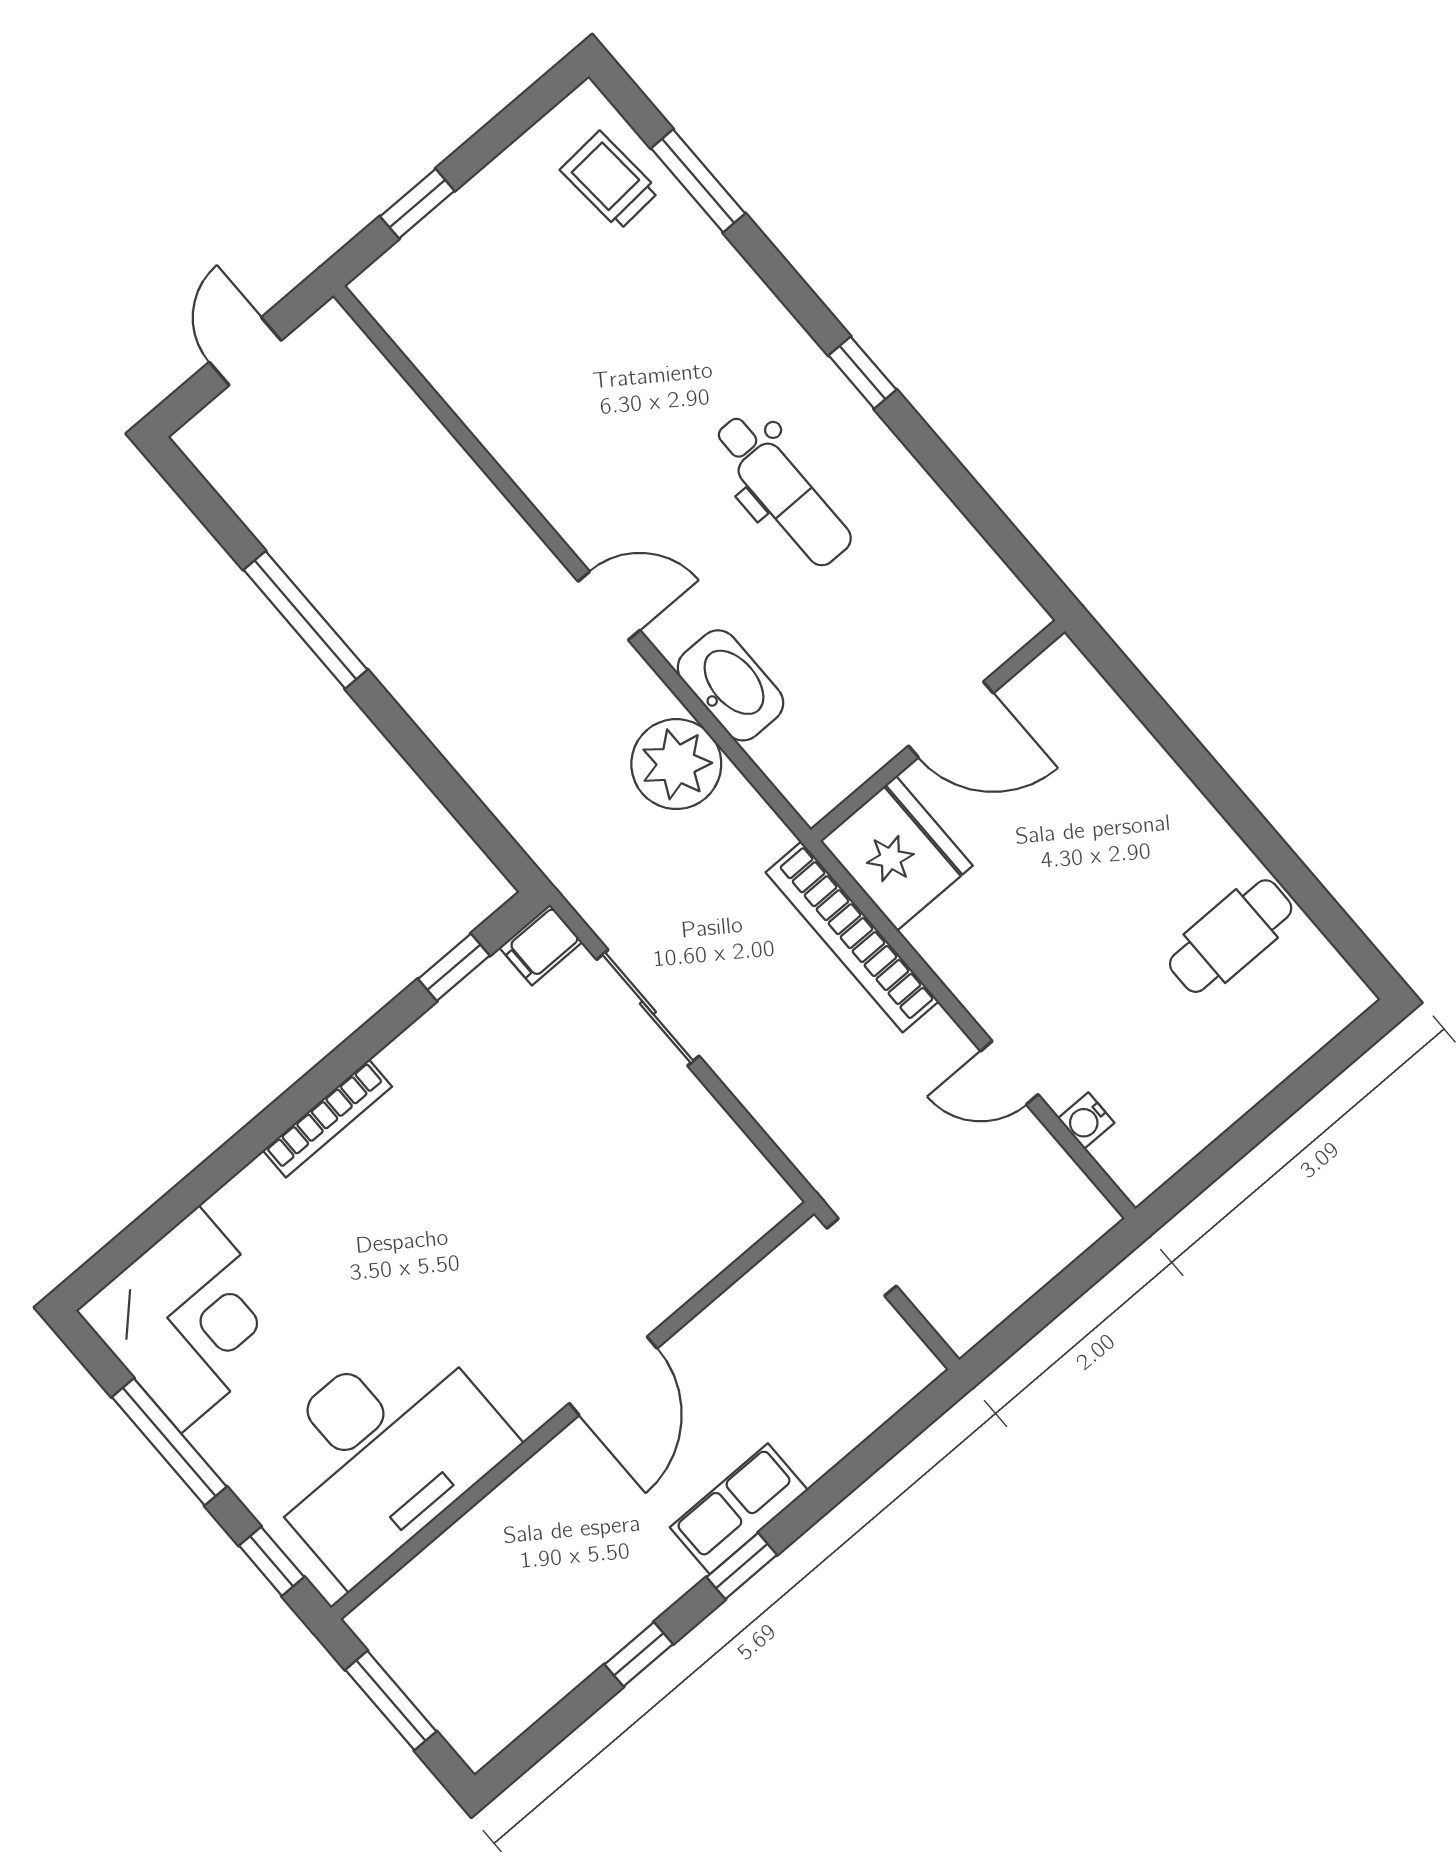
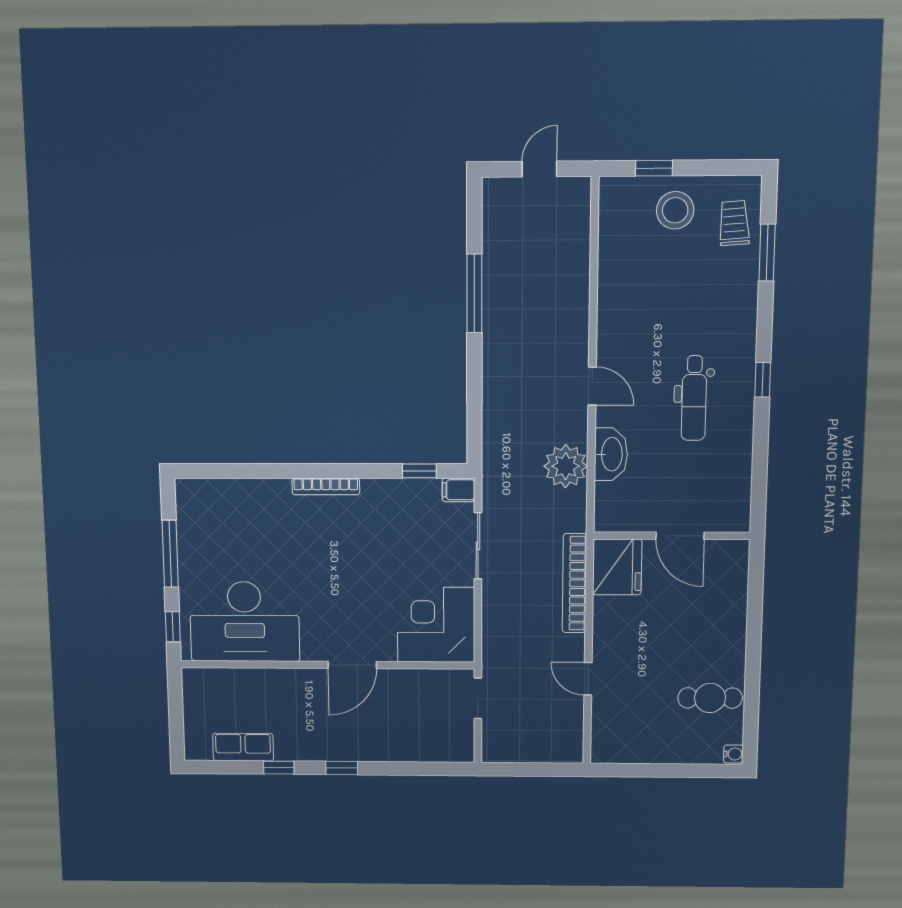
stool: (504, 237) -> (675, 210), added
water cooler: (1086, 1121) -> (733, 754), moved, turned 180
corner desk: (190, 1319) -> (436, 625), moved, turned 180
row of seats: (739, 1509) -> (243, 747), moved
window: (391, 1701) -> (176, 710), removed

